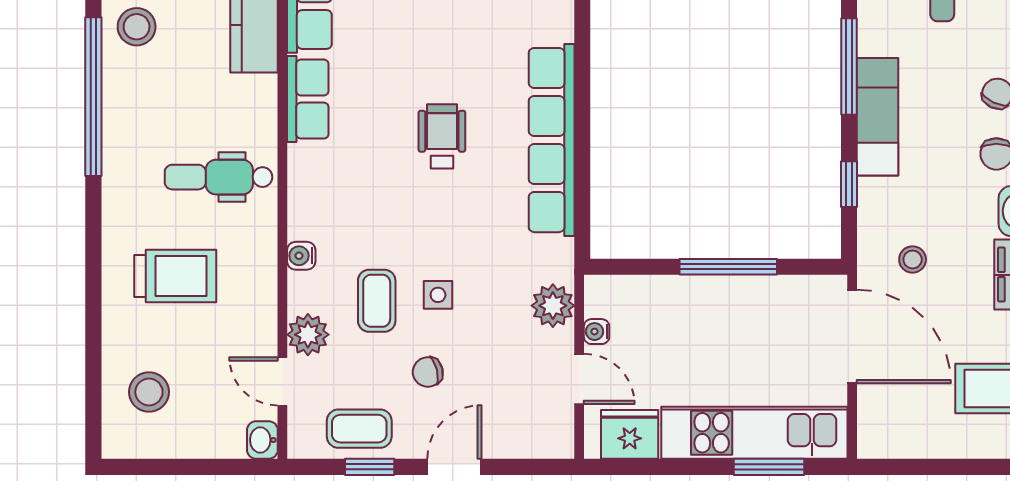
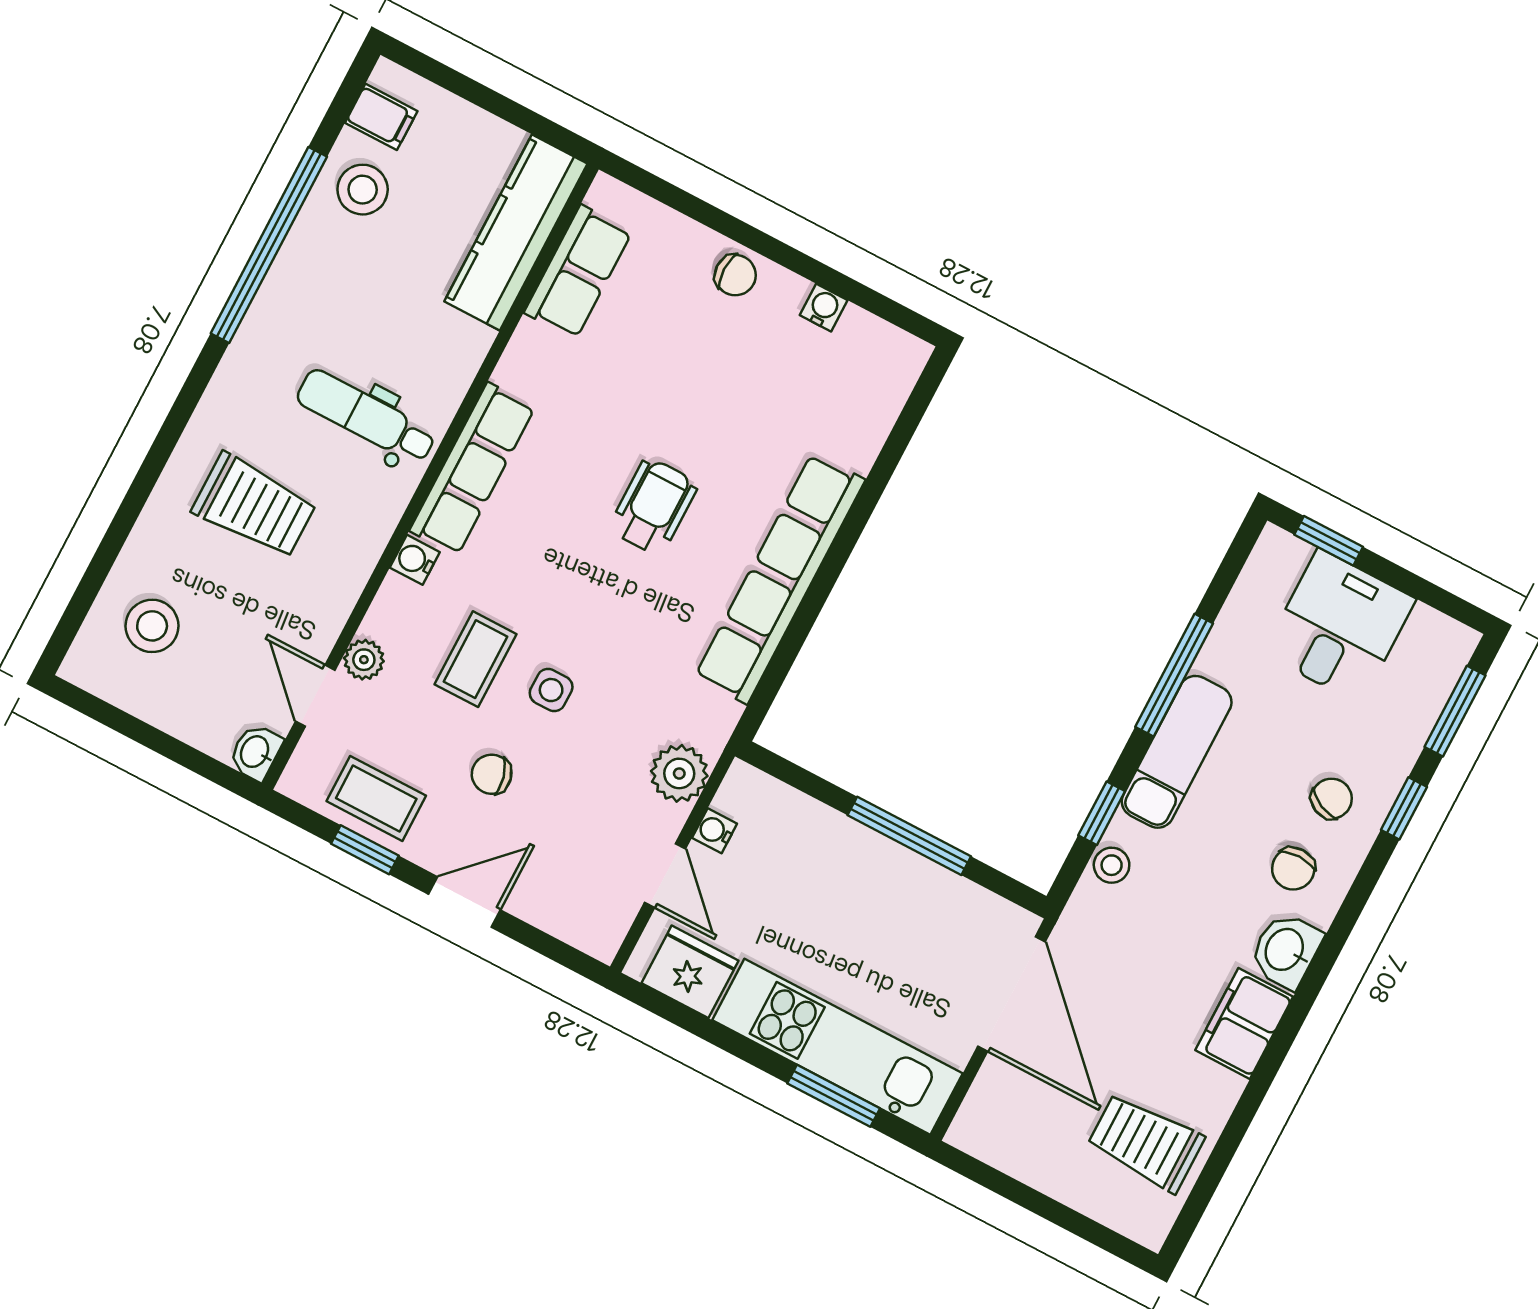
row of seats: (308, 99) -> (472, 469), moved, width x1.48
stool: (913, 259) -> (1112, 865), moved
plant: (308, 335) -> (364, 660), width x0.73, depth x0.73

